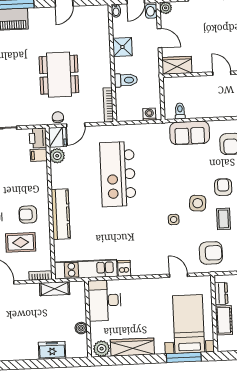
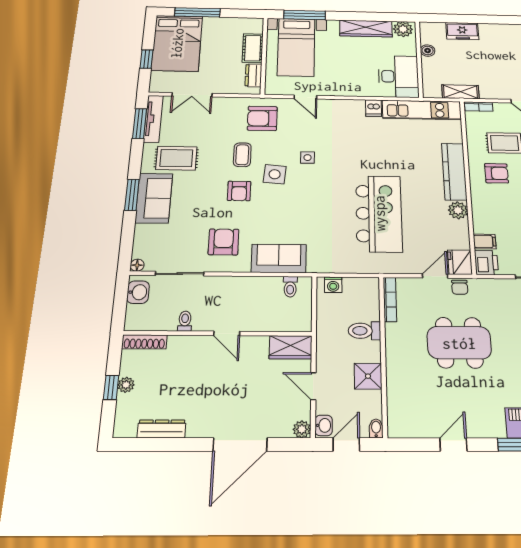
dining table: (59, 75) -> (459, 343), turned 90
plant: (57, 156) -> (458, 210), moved

